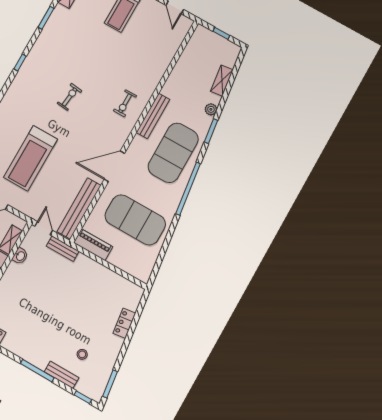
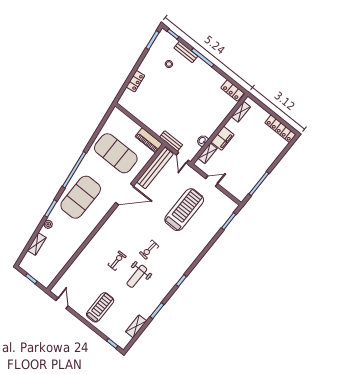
weight bench: (80, 59) -> (137, 276), added
exercise bike: (125, 103) -> (117, 261), moved
bench: (153, 116) -> (91, 226), removed

